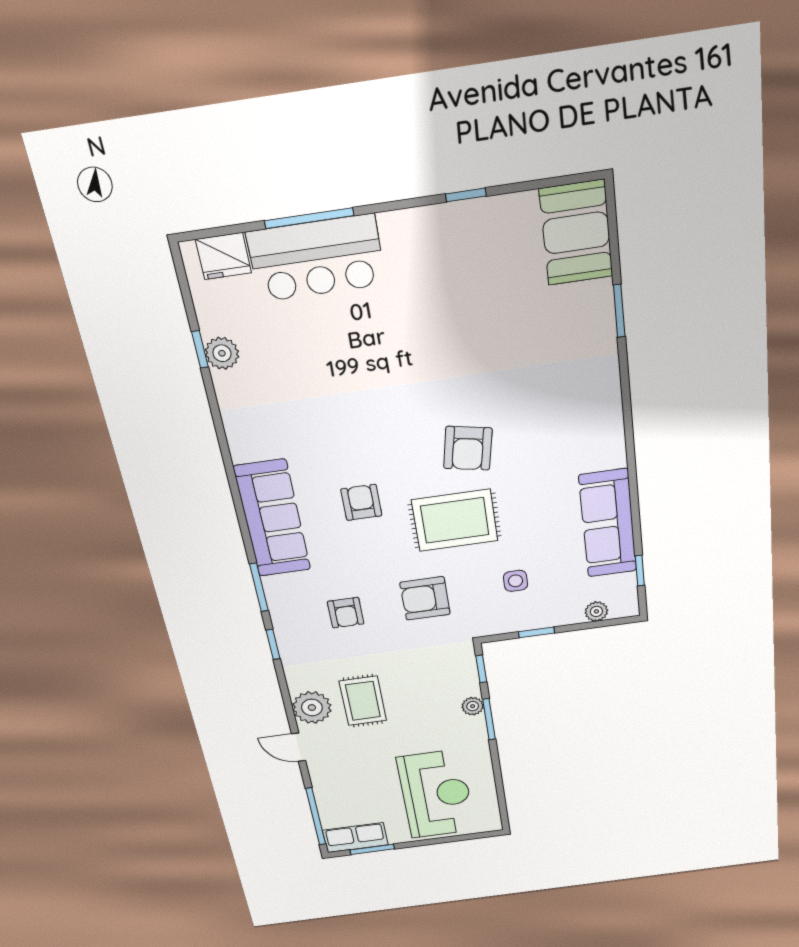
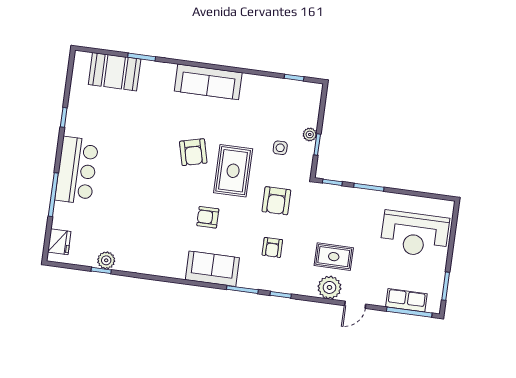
booth: (576, 233) -> (115, 72), moved
bar counter: (316, 258) -> (77, 170), moved
armchair: (468, 448) -> (193, 152), turned 65
sofa: (272, 519) -> (212, 269), width x0.73
sofa: (608, 523) -> (208, 82), moved
plant: (596, 611) -> (310, 134), moved
armchair: (346, 613) -> (272, 247), turned 90
plant: (473, 706) -> (357, 194), removed
reception desk: (436, 794) -> (415, 234), turned 180
row of seats: (355, 838) -> (406, 300), moved, turned 90

